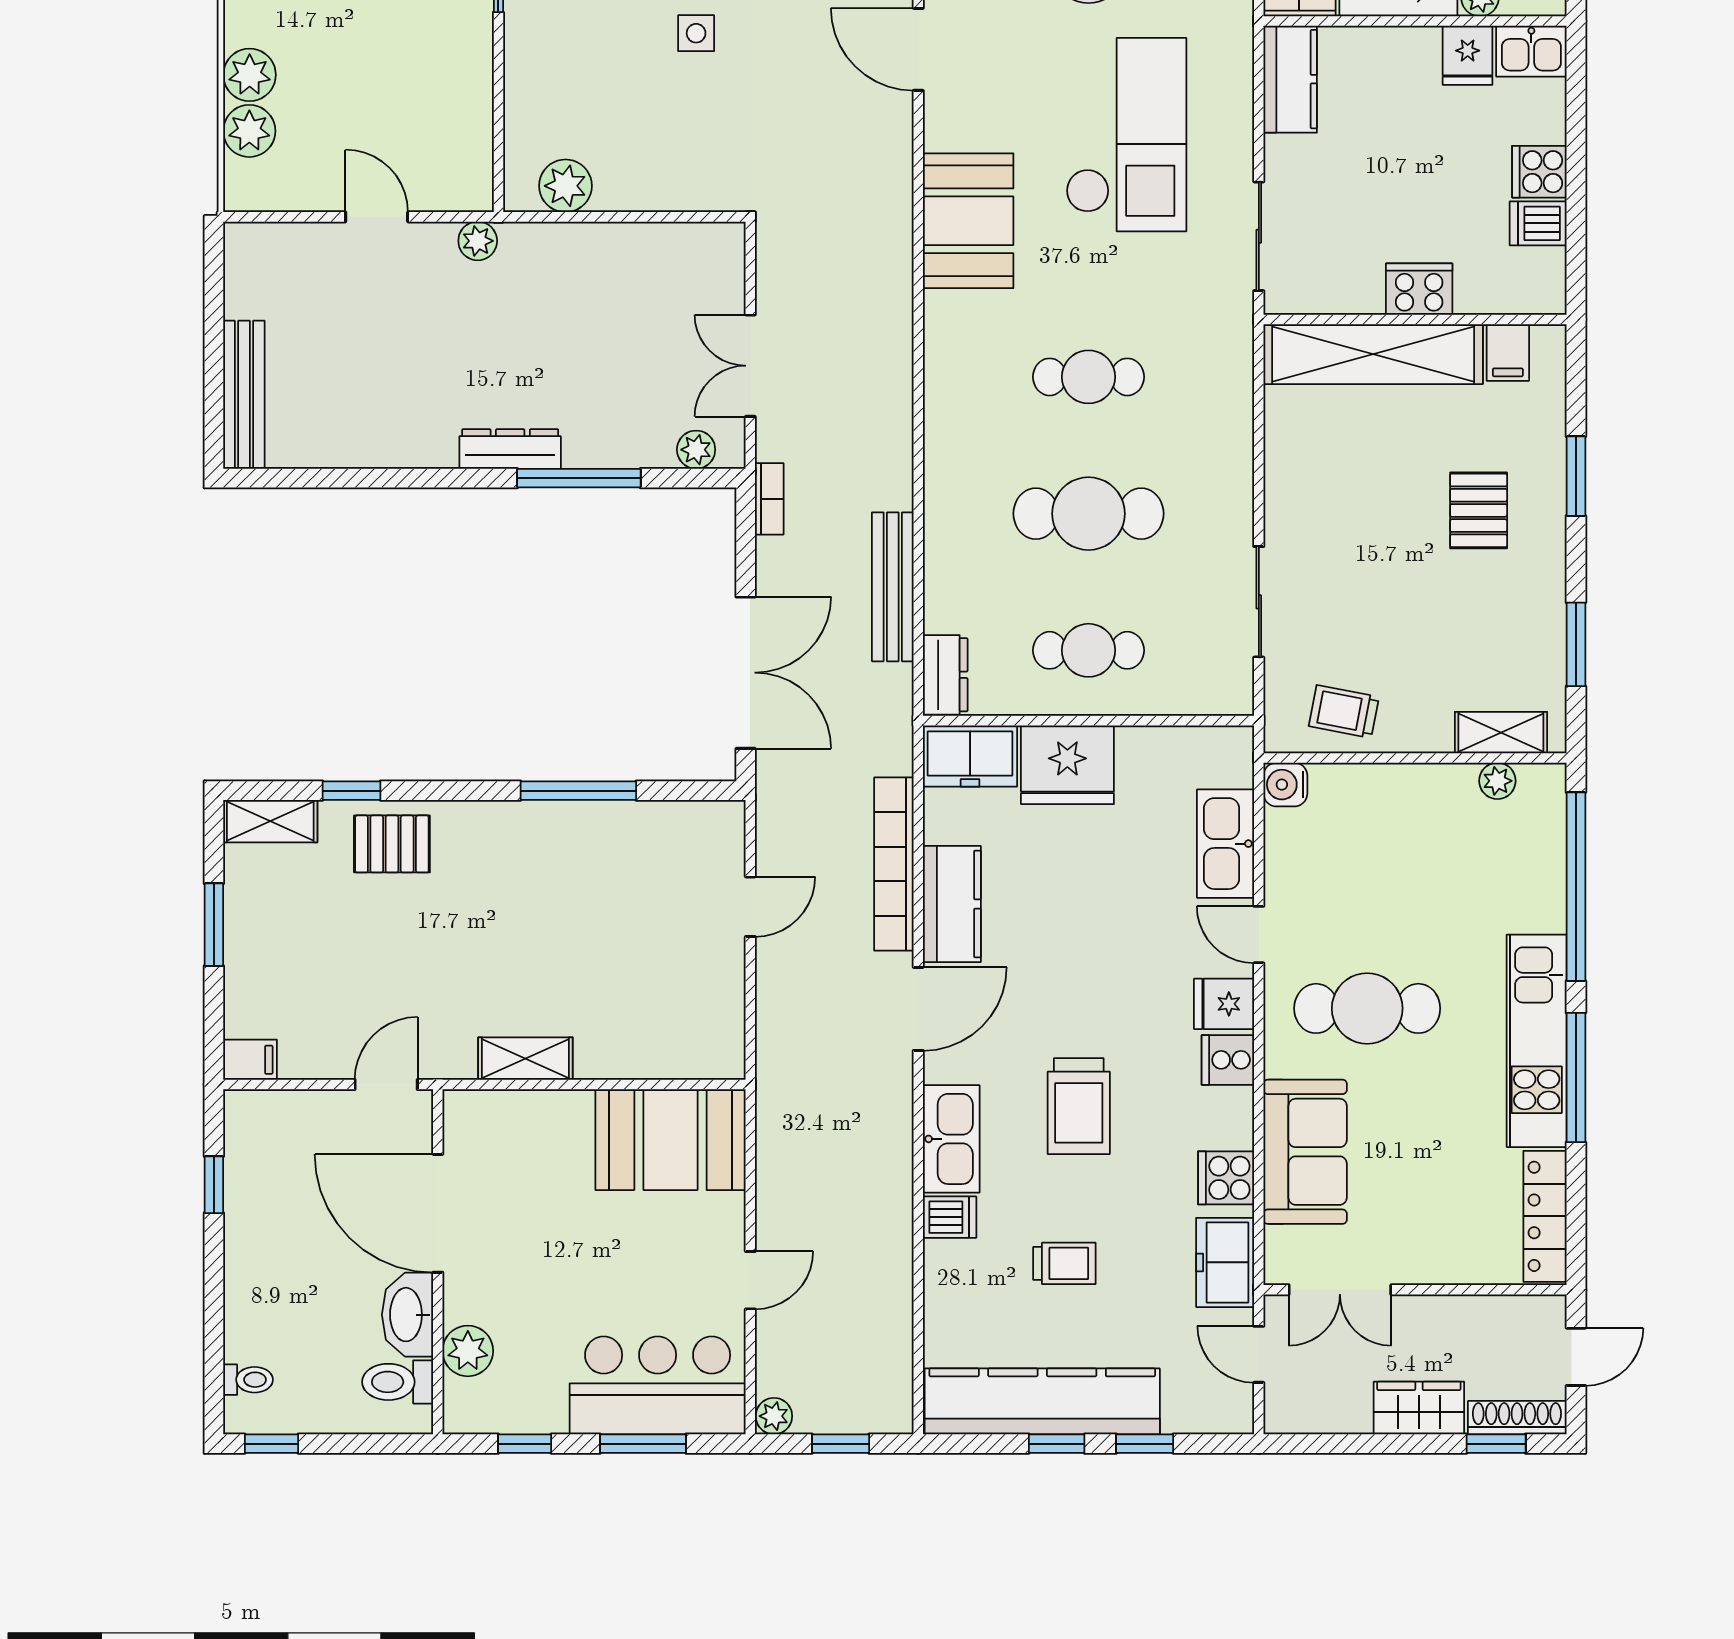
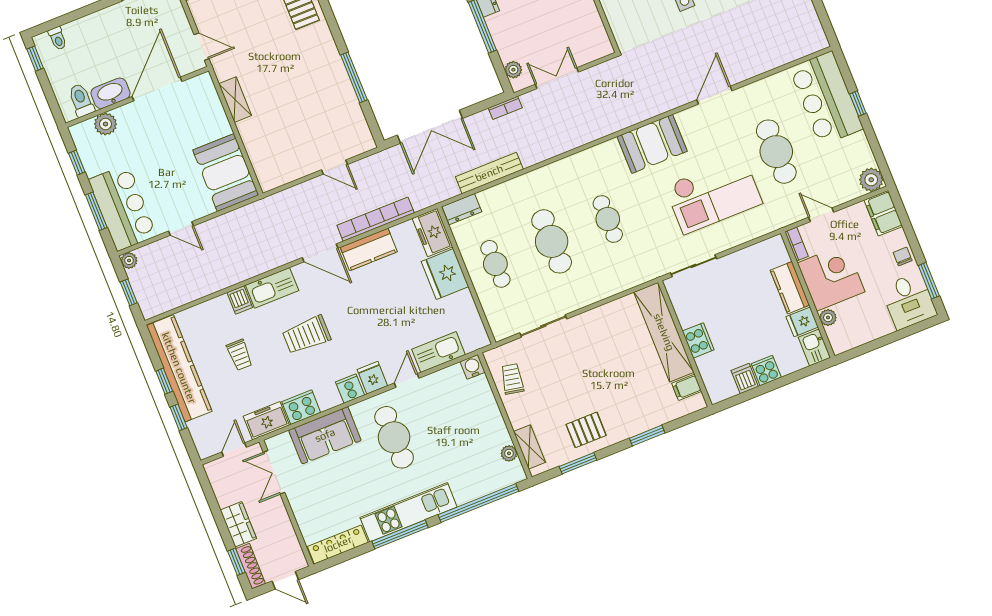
kitchen counter: (1290, 79) -> (790, 288), moved, turned 90
pallet: (1479, 510) -> (586, 430), moved
cooker: (1226, 1178) -> (301, 407), width x1.36

